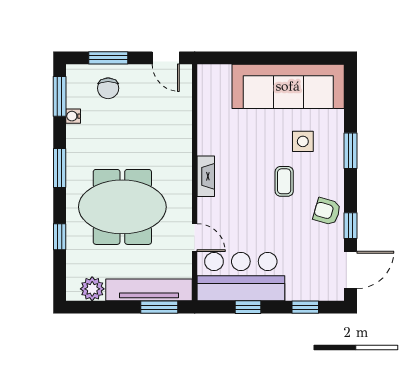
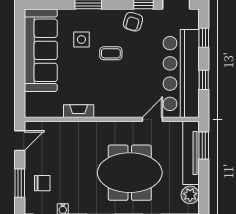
fireplace: (206, 176) -> (79, 111), moved
meeting table: (122, 207) -> (130, 173), turned 90
bar counter: (241, 277) -> (181, 73), width x1.36

